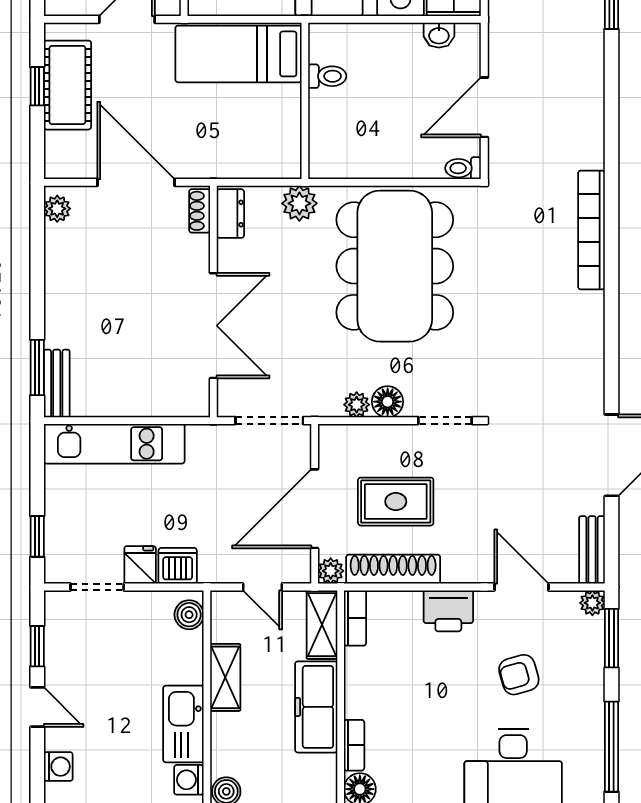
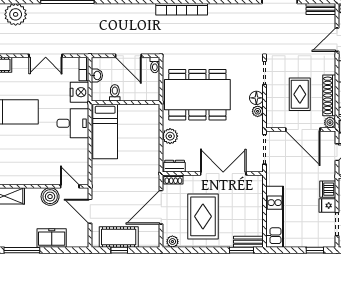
bed: (238, 54) -> (105, 131), moved
toilet: (327, 76) -> (115, 93), moved
wall: (305, 101) -> (126, 103), moved
rug: (115, 279) -> (203, 216), added

